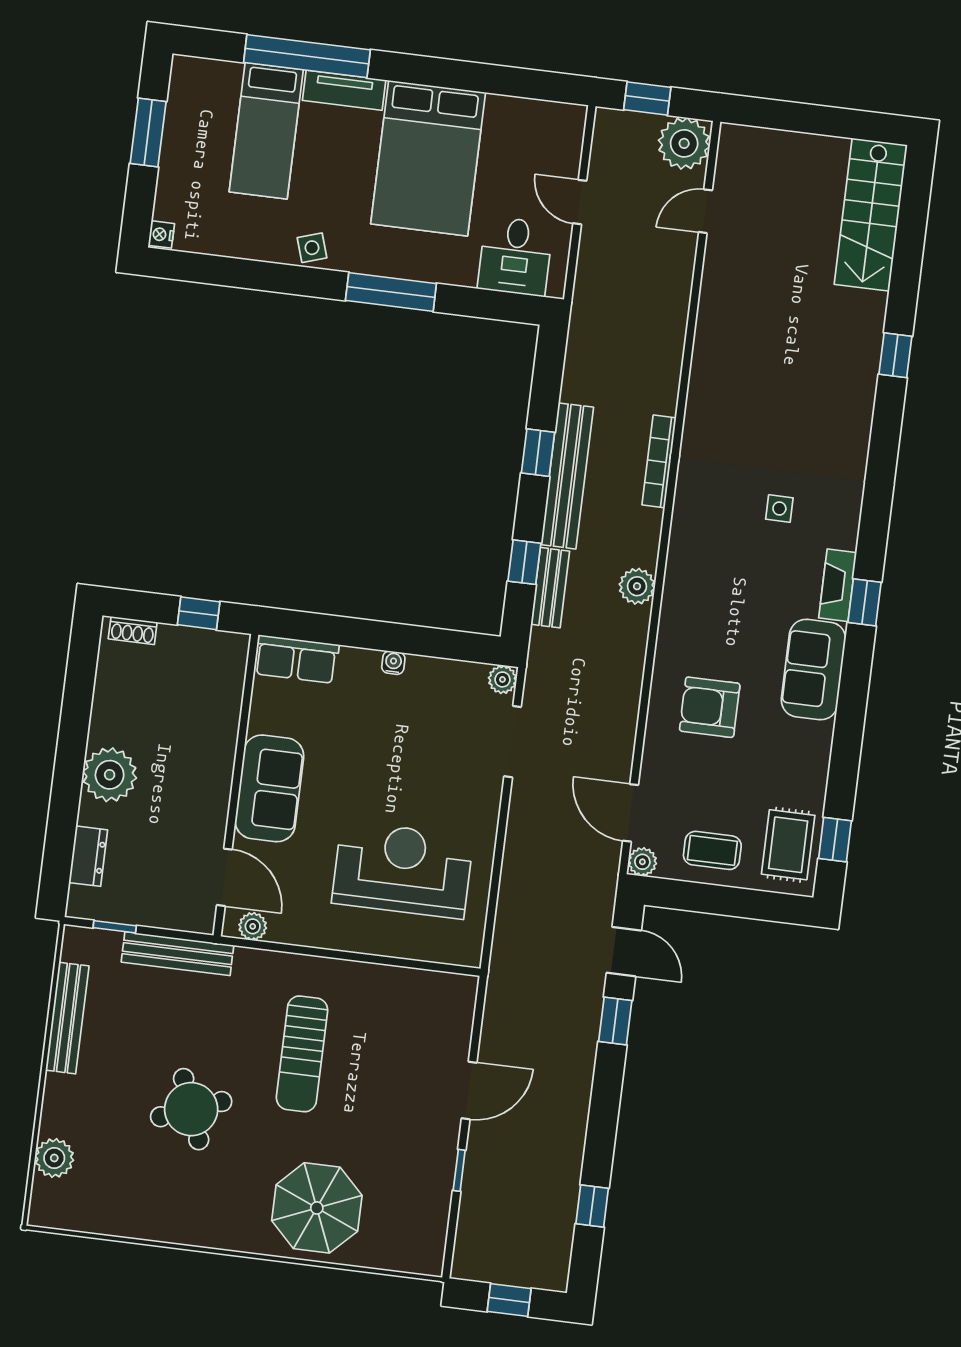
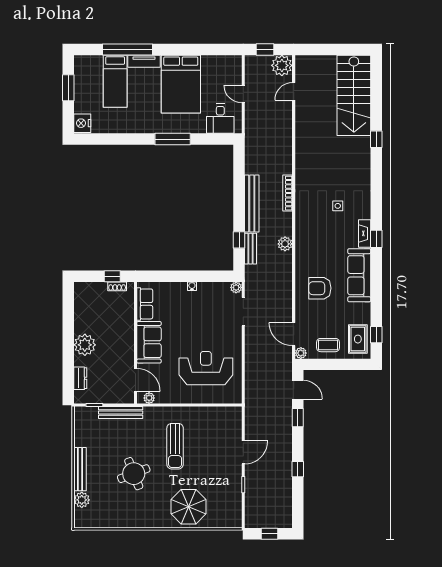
stairs: (871, 215) -> (354, 95), width x1.36, depth x1.51
nightstand: (161, 234) -> (82, 123), width x1.89, depth x1.79
side table: (312, 248) -> (139, 125), removed
window: (538, 453) -> (239, 196), removed
shoe rack: (133, 630) -> (117, 286), moved
row of seats: (296, 659) -> (145, 304), moved, turned -90
sofa: (813, 670) -> (359, 275), width x1.36
bench: (67, 1018) -> (80, 469), moved
window: (592, 1206) -> (298, 469), moved

